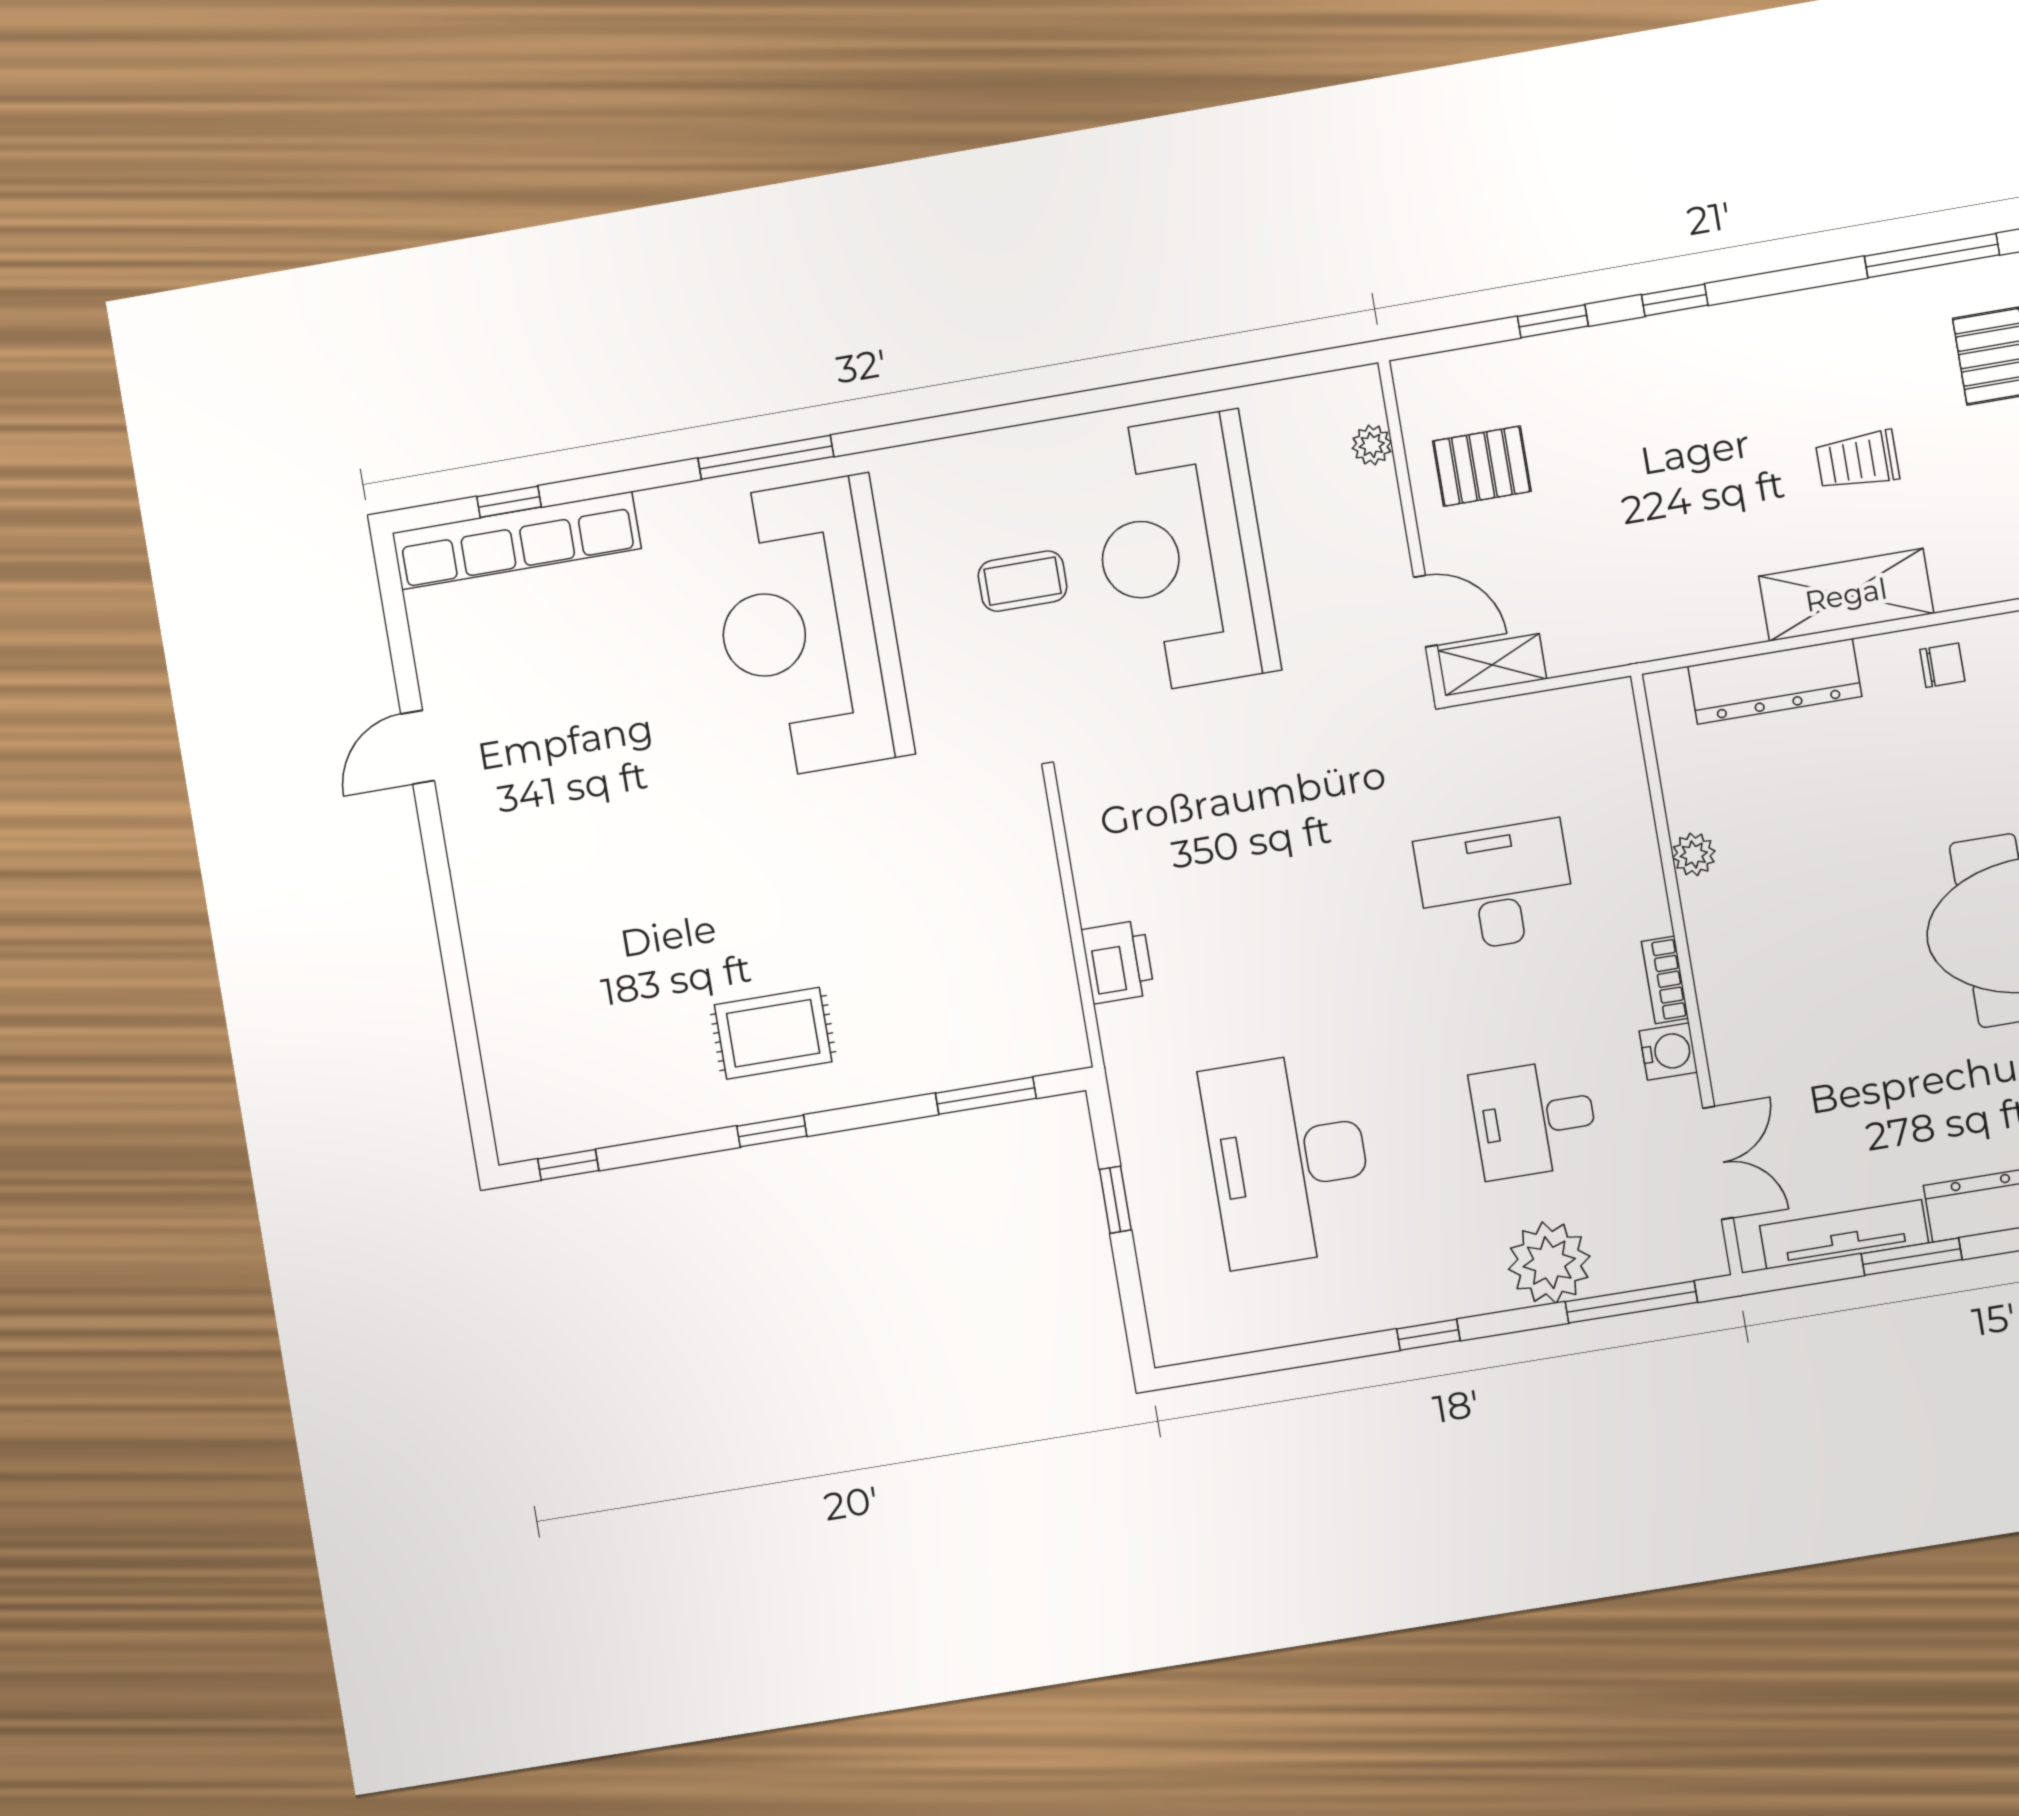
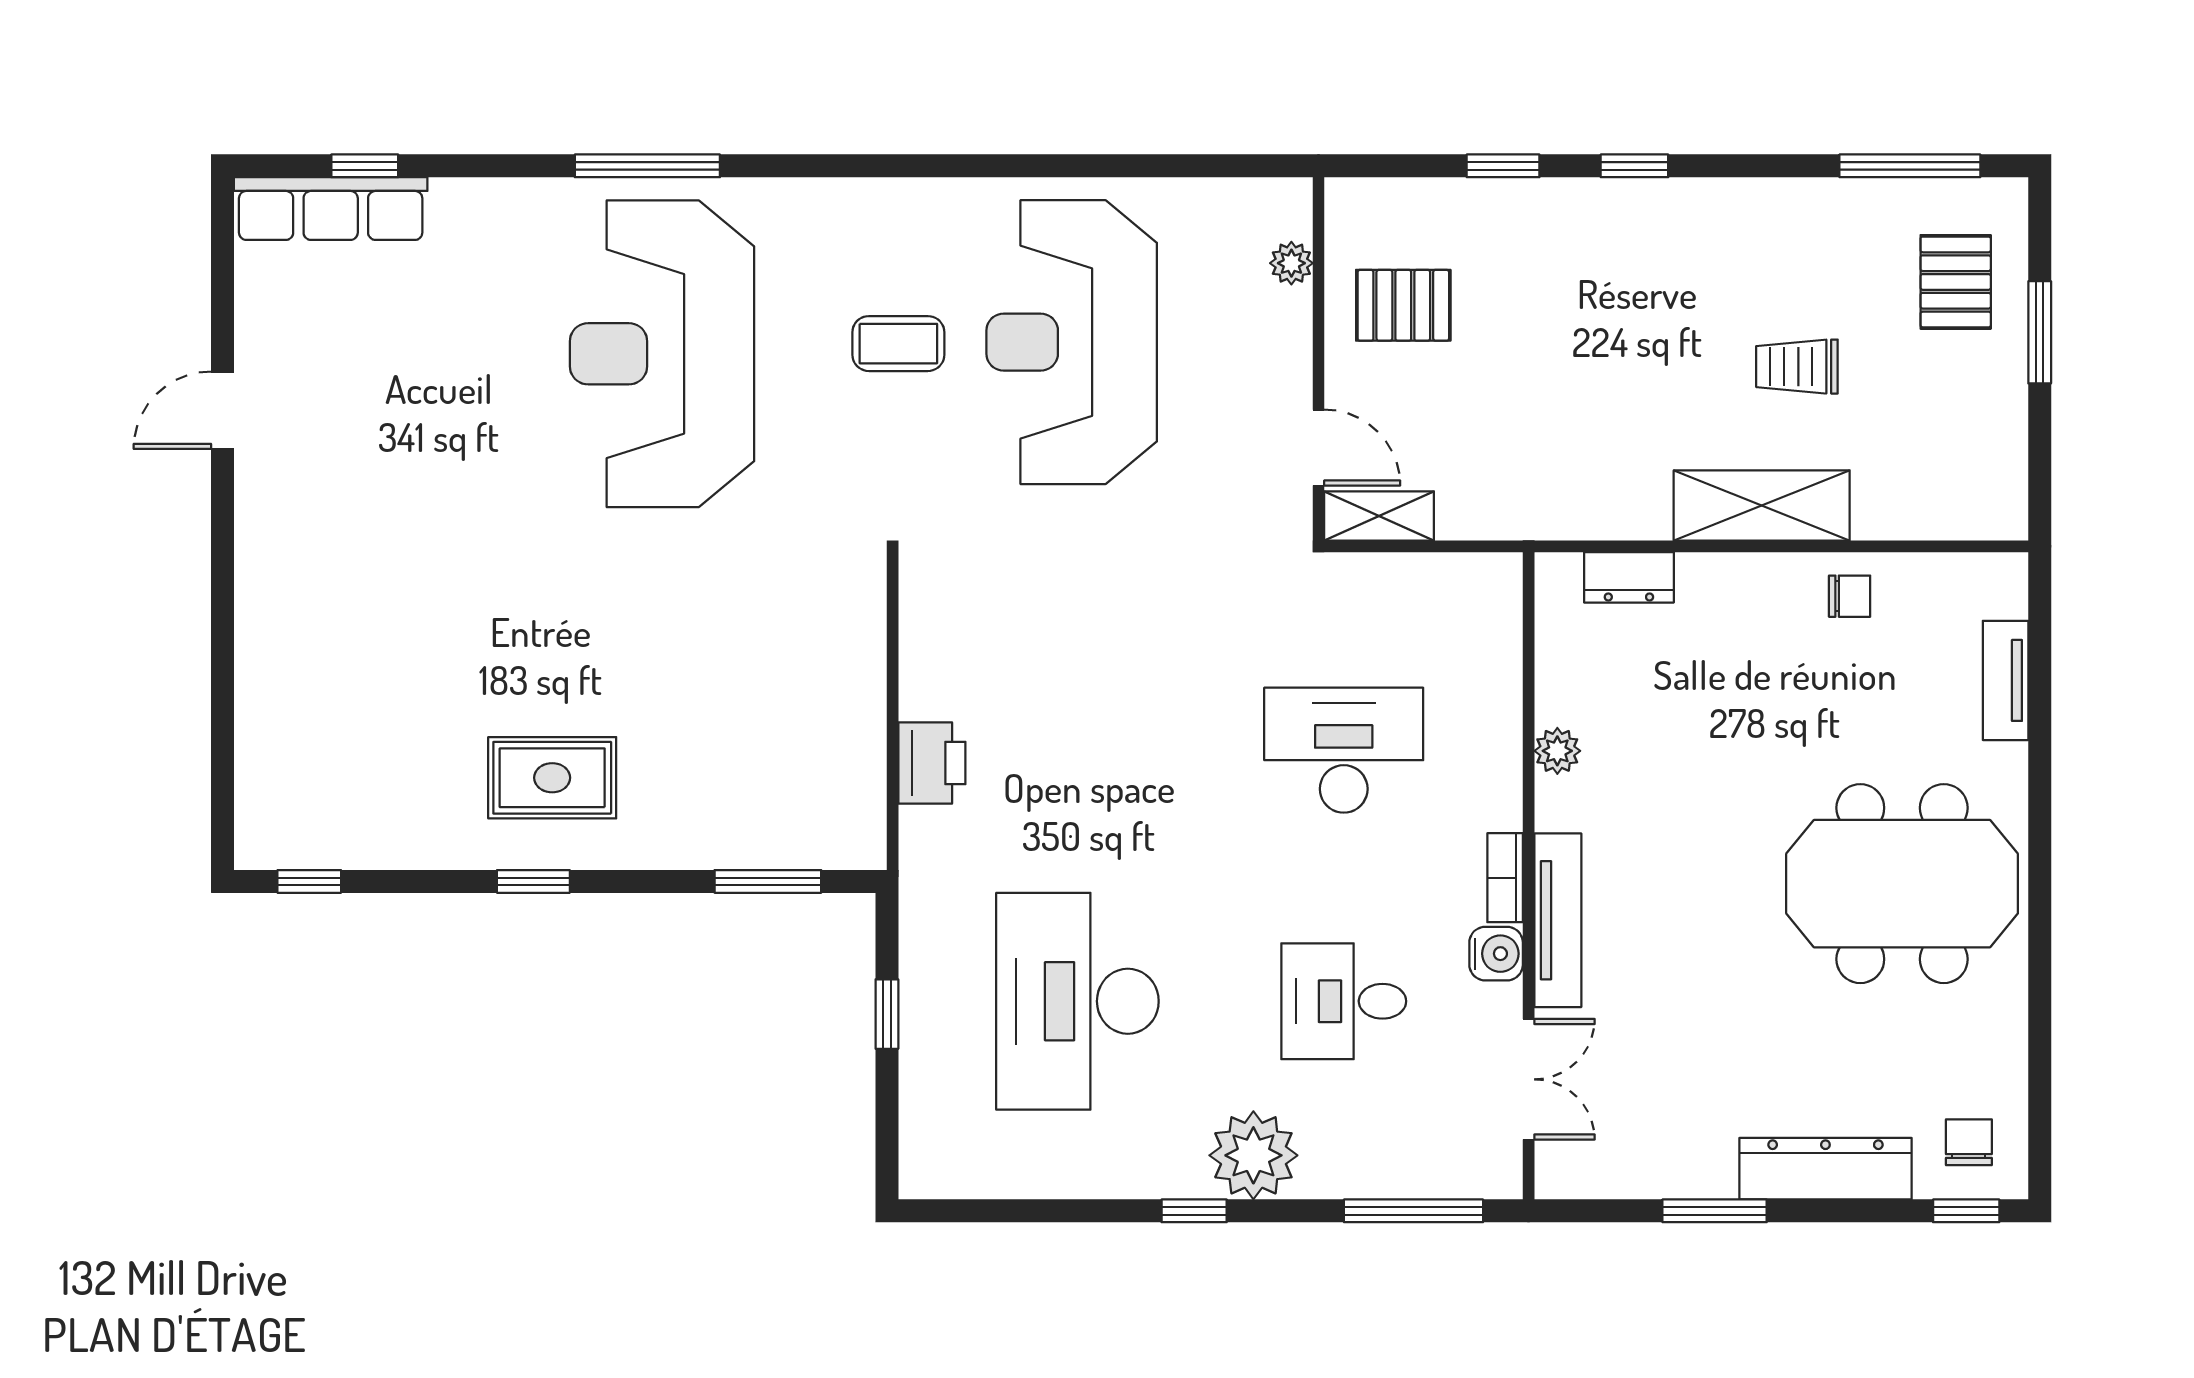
row of seats: (517, 541) -> (331, 209), width x0.73
dresser: (1775, 681) -> (1629, 577), width x0.51, depth x0.80
tv unit: (1844, 1234) -> (1558, 920), moved, turned 90
plant: (1549, 1263) -> (1253, 1155), moved

